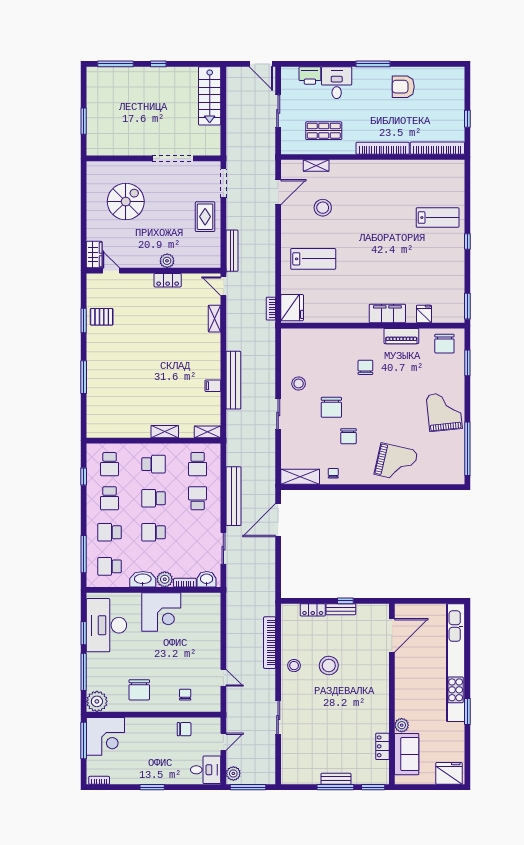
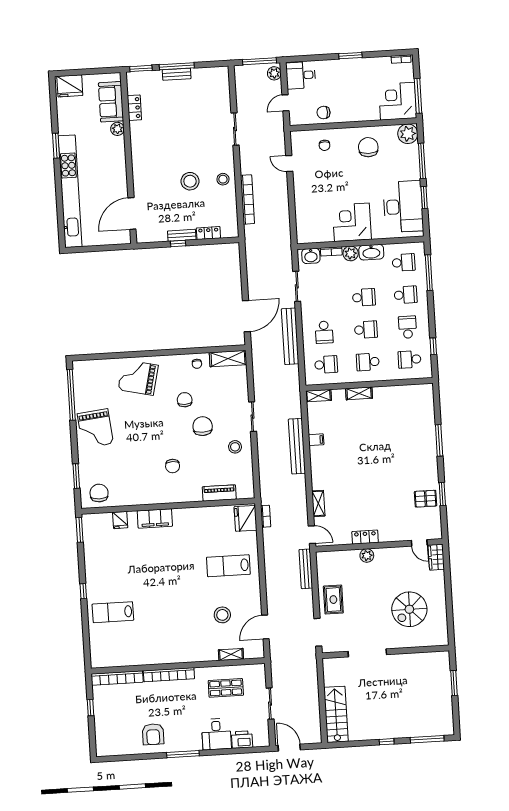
armchair: (403, 87) -> (153, 734), turned 90
piano: (401, 336) -> (219, 493), moved
school desk: (110, 464) -> (410, 359), turned -90
school desk: (198, 464) -> (326, 365), turned 90

